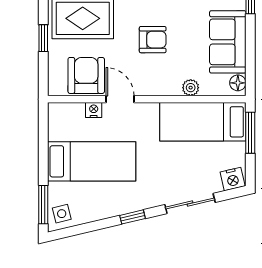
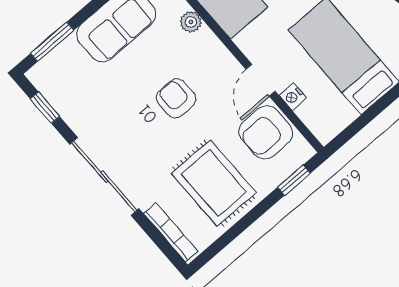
window: (43, 38) -> (294, 180), moved

